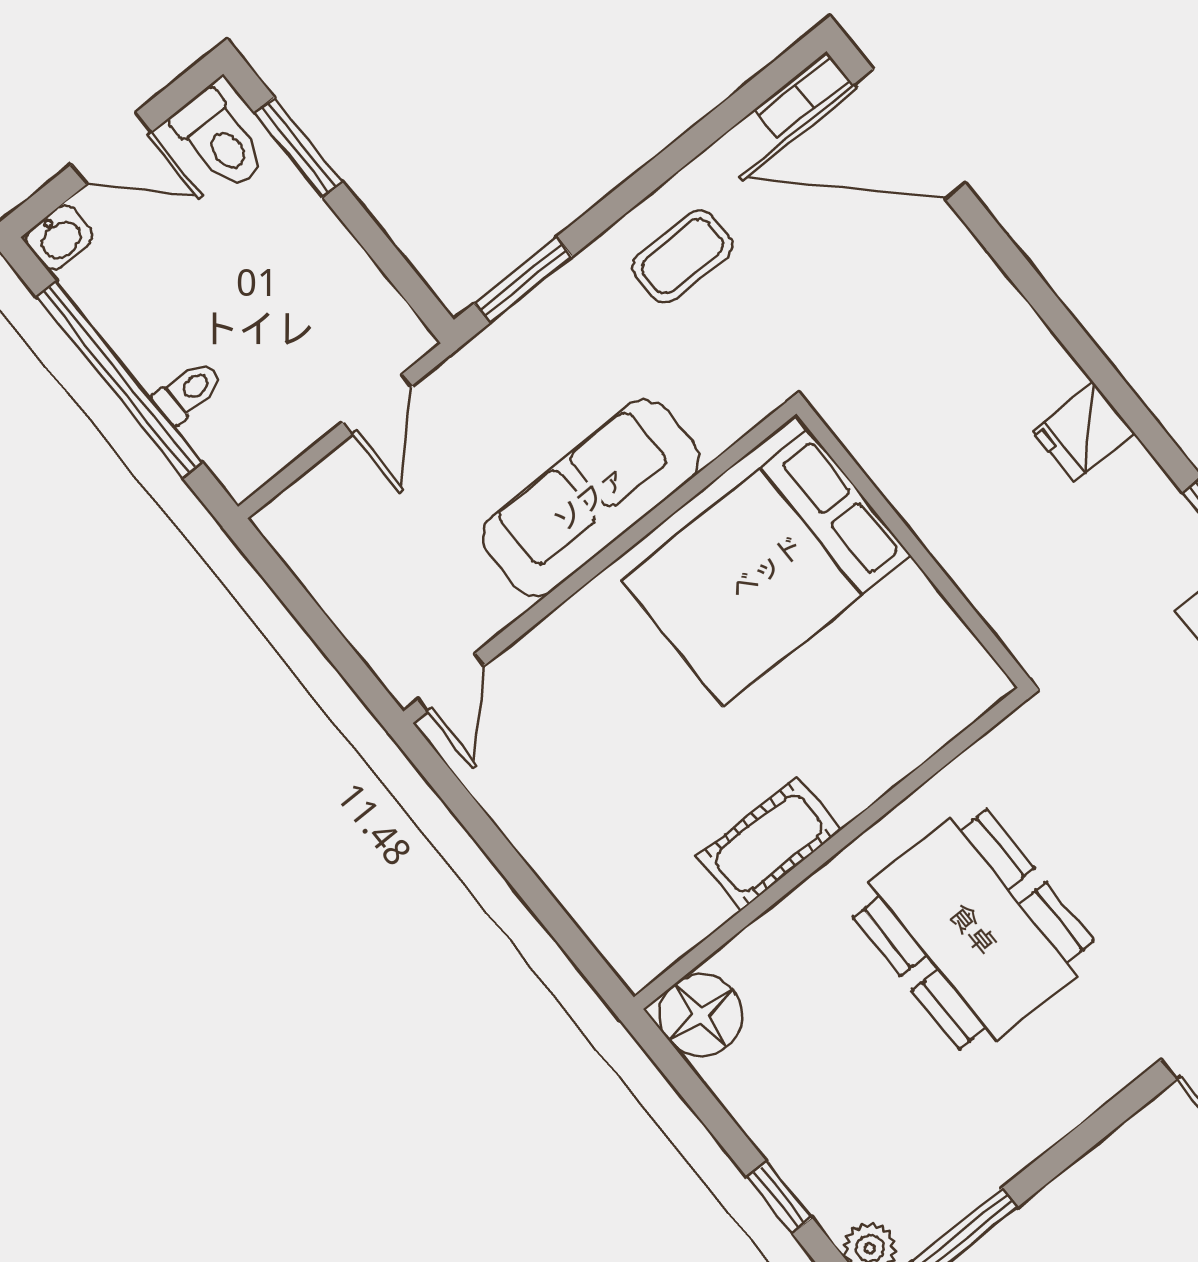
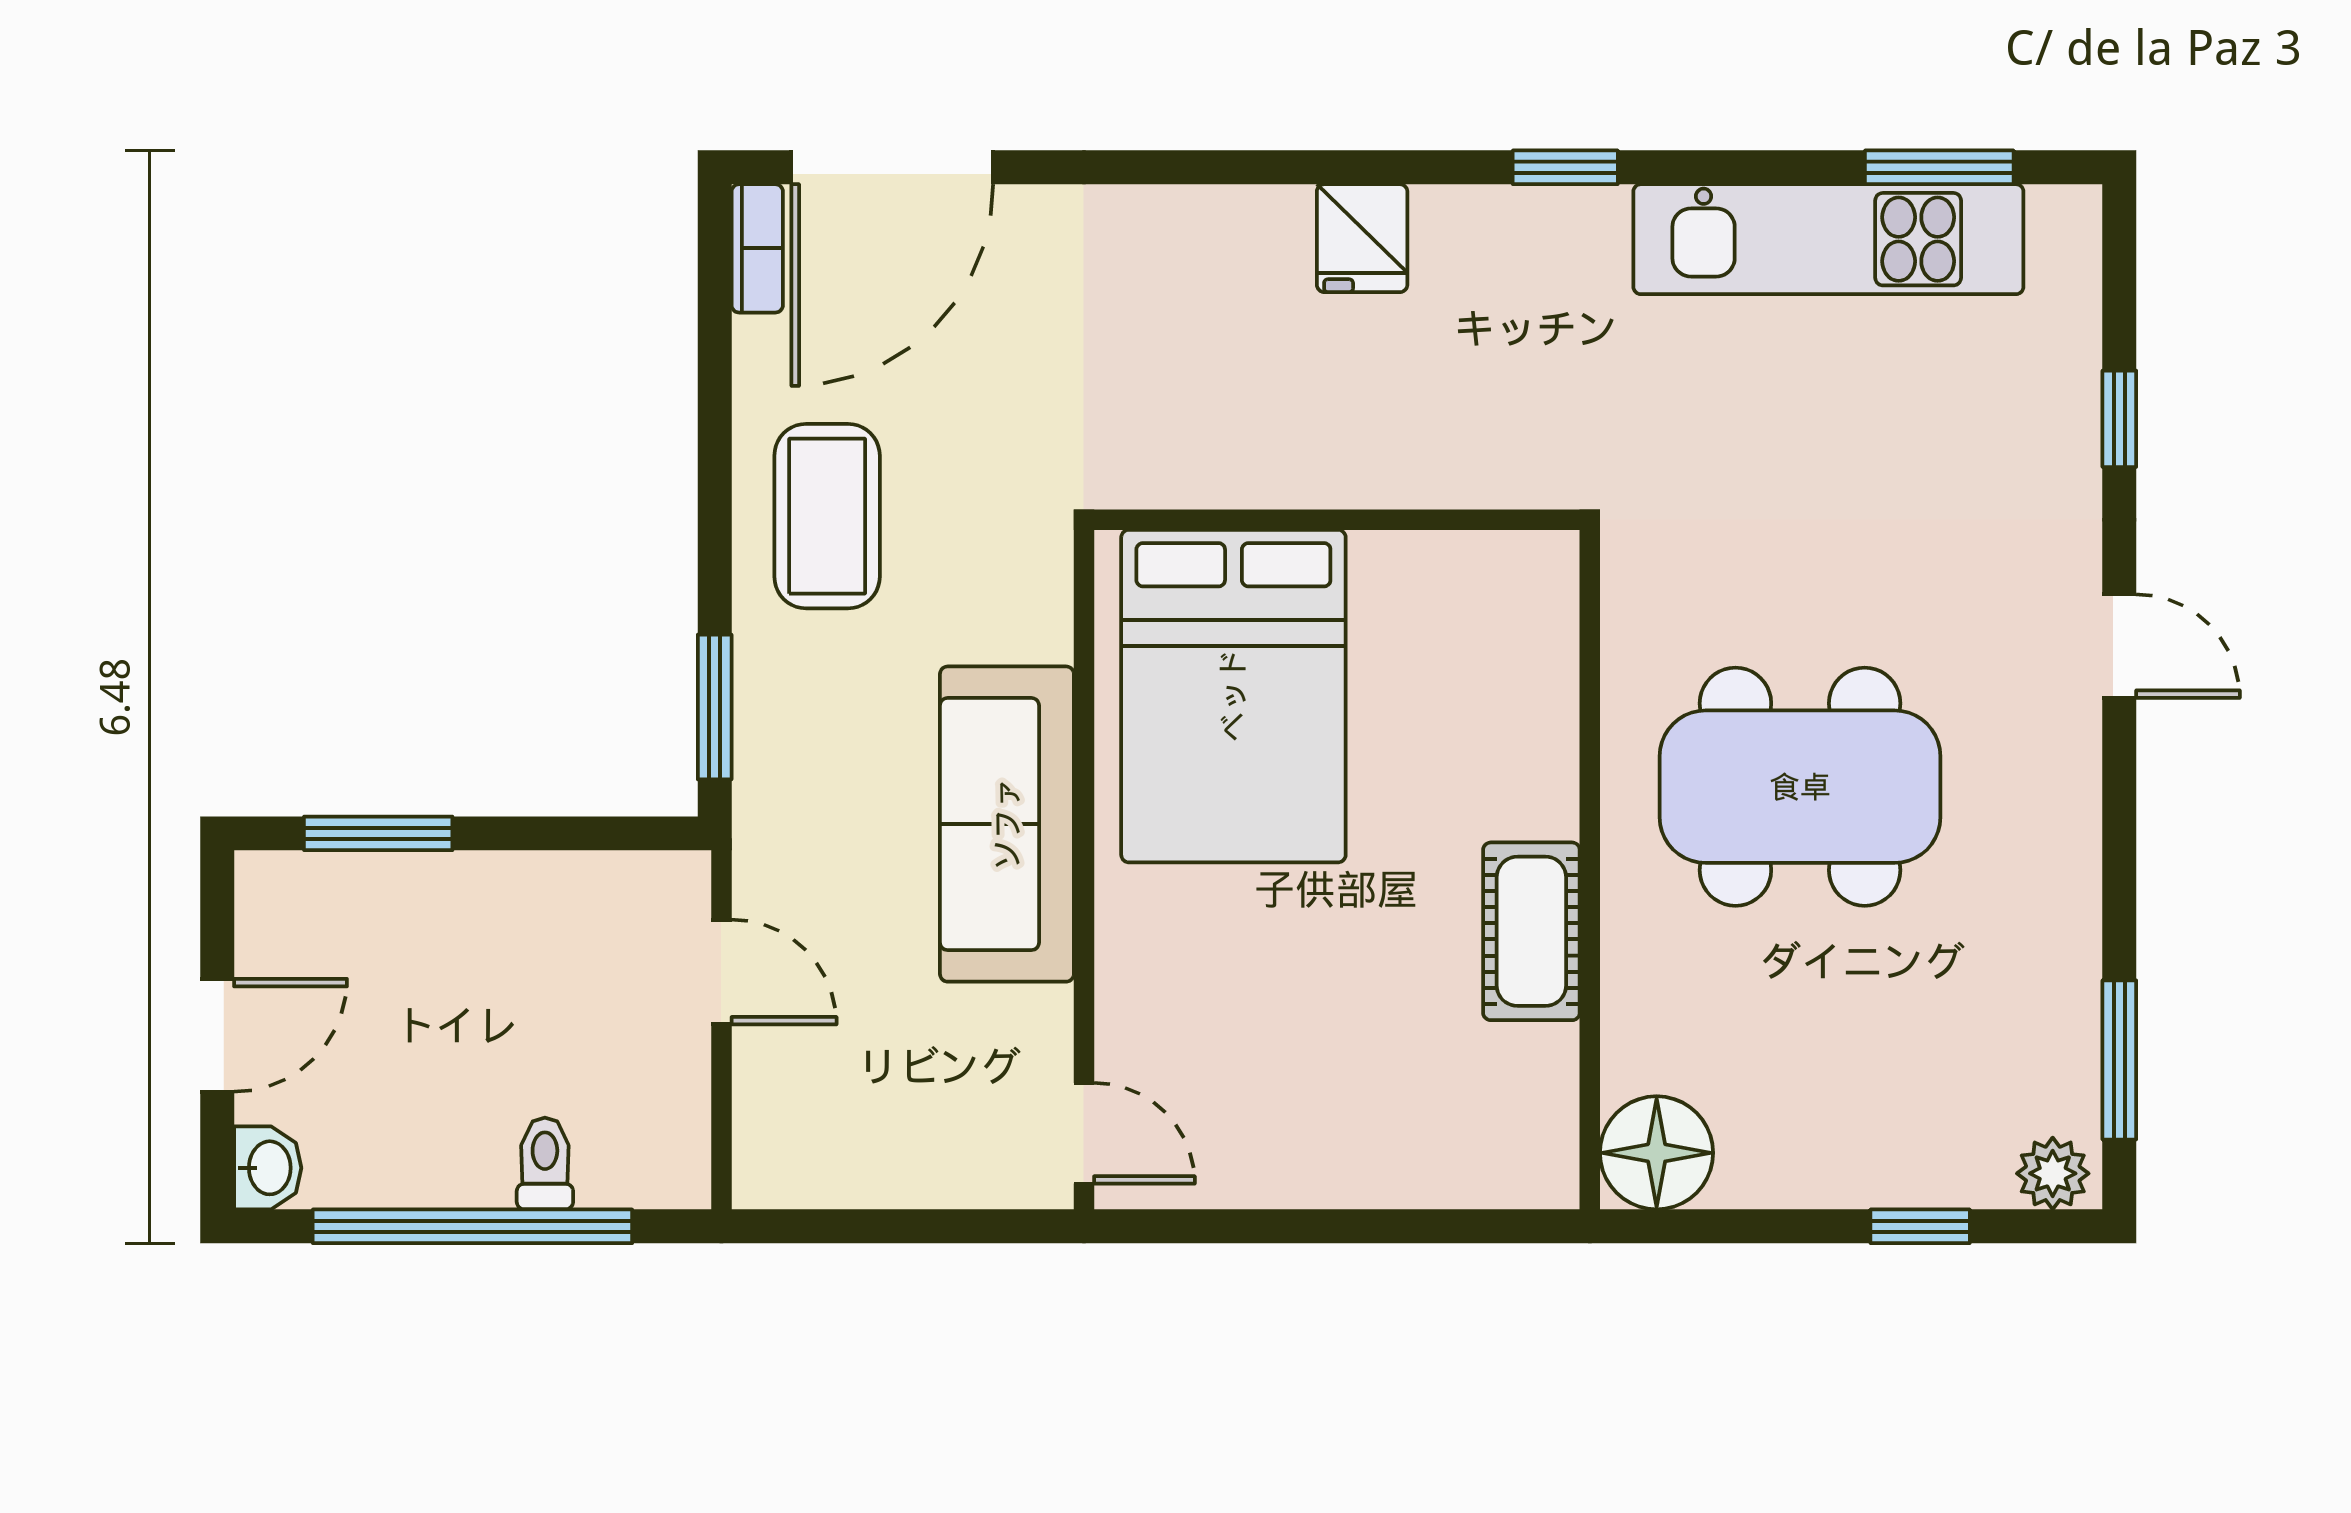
toilet: (219, 140) -> (302, 912), removed
coffee table: (682, 256) -> (827, 516), width x1.36, depth x1.30

